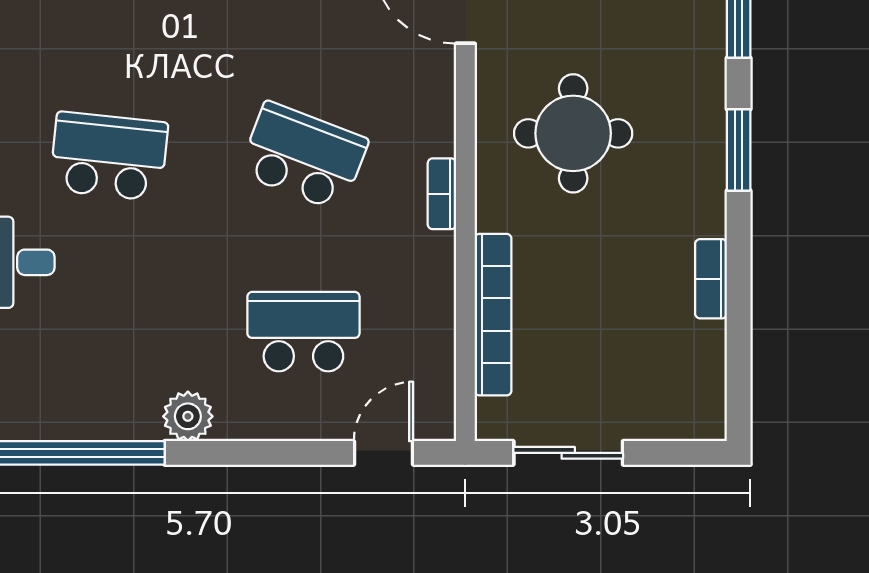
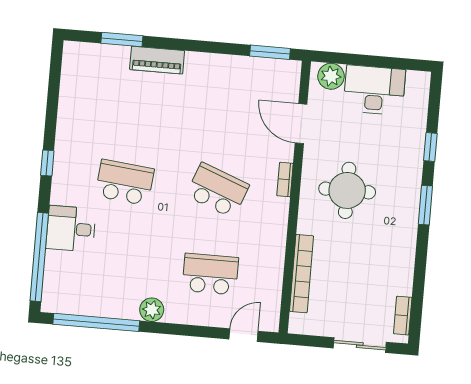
bookcase: (442, 194) -> (285, 180), moved
bookcase: (711, 279) -> (403, 316), moved
sliding door: (568, 453) -> (360, 345), moved

